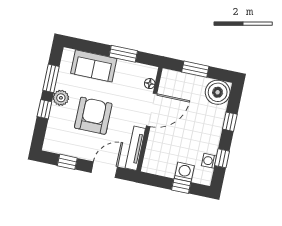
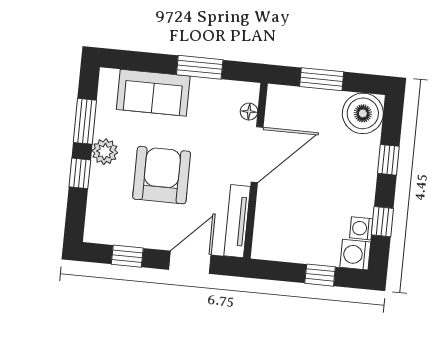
washing machine: (184, 172) -> (355, 255), moved, turned -90

